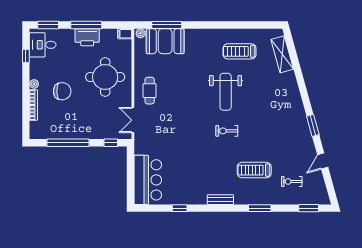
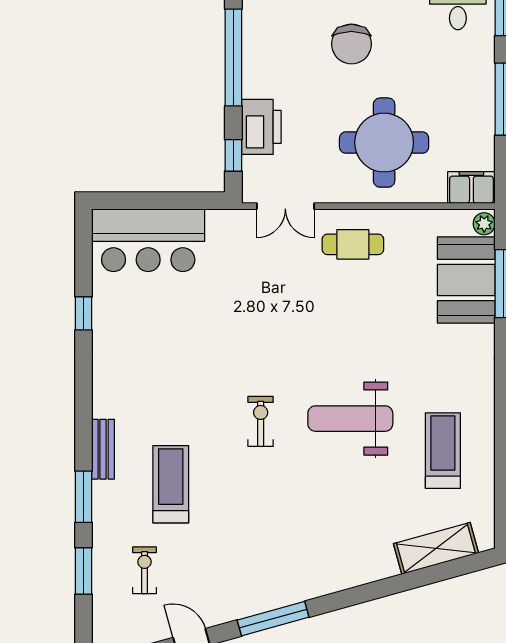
filing cabinet: (125, 34) -> (471, 187), width x2.00
printer: (87, 37) -> (261, 127), moved, turned 180
double door: (133, 120) -> (285, 206), swing flipped
window: (313, 125) -> (273, 619), width x1.44
bench: (220, 200) -> (103, 449), moved
window: (309, 208) -> (83, 571), moved

